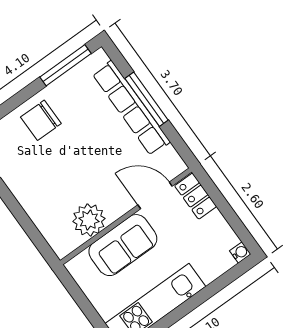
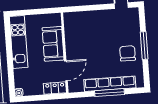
window: (65, 65) -> (144, 46), moved
chair: (41, 120) -> (128, 53), moved
plant: (89, 220) -> (73, 36), removed

